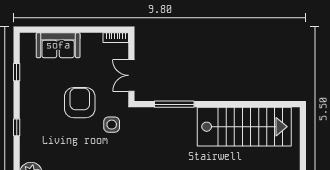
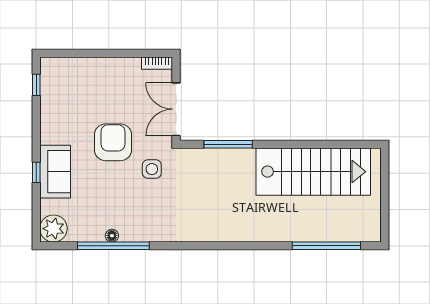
sofa: (58, 45) -> (55, 172), moved, turned -90
window: (17, 72) -> (36, 85), moved
double door: (131, 75) -> (176, 109), width x1.37

